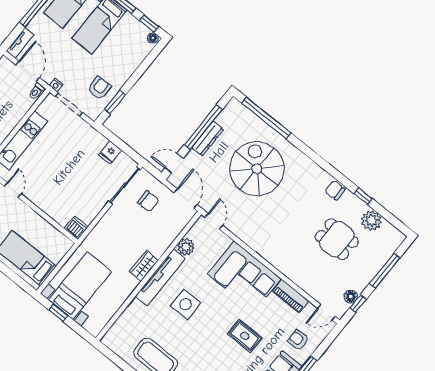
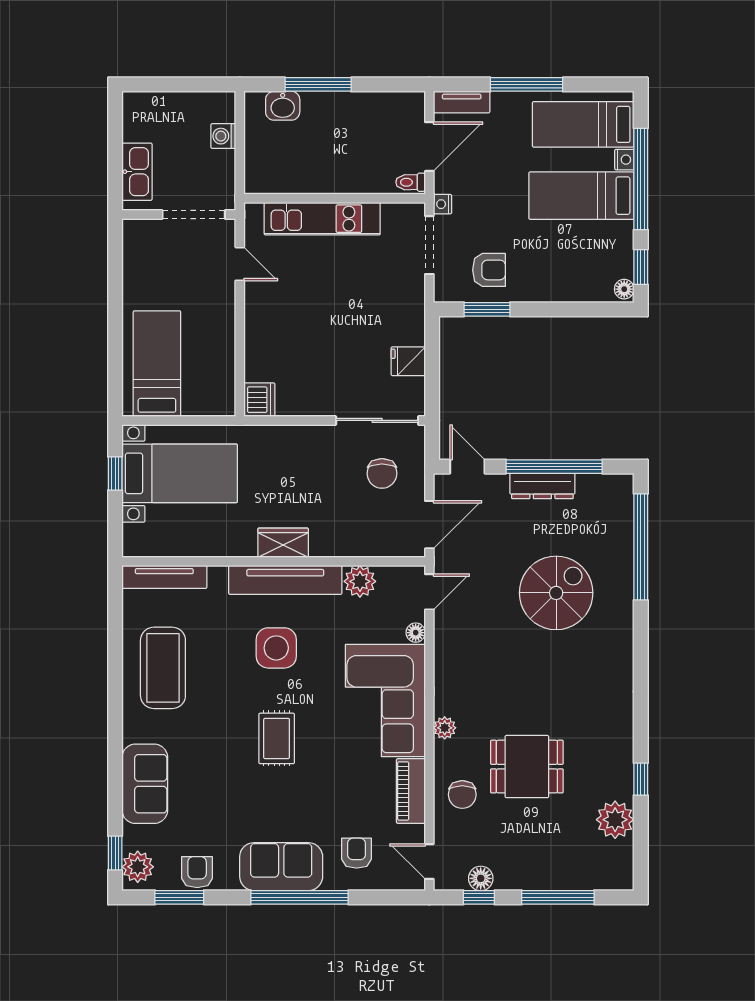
spiral stairs: (257, 169) -> (556, 593), width x0.73, depth x0.73
door: (13, 190) -> (240, 264), hinge flipped
chair: (335, 190) -> (462, 795), moved, turned 180
dining table: (337, 239) -> (527, 767), moved, turned 90
floor lamp: (226, 241) -> (416, 633), added
plant: (276, 261) -> (445, 728), added
tv unit: (118, 327) -> (164, 577), added
rug: (245, 336) -> (277, 738), moved

